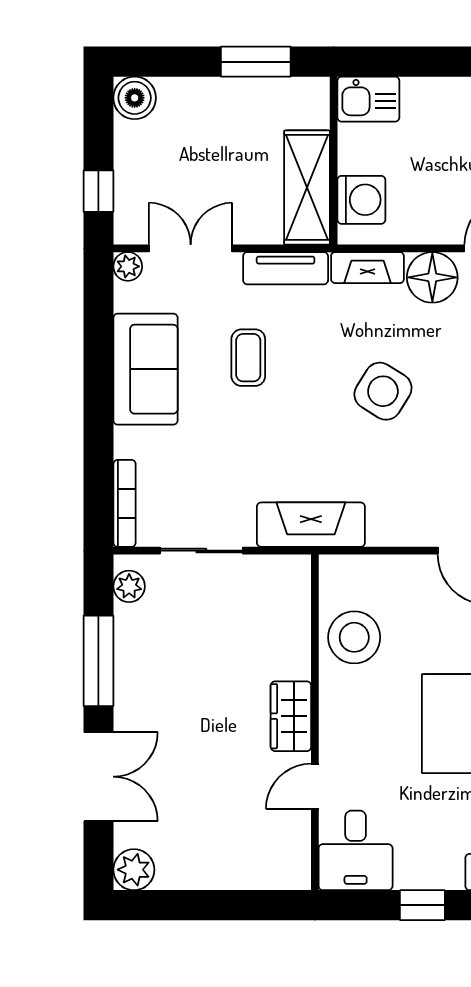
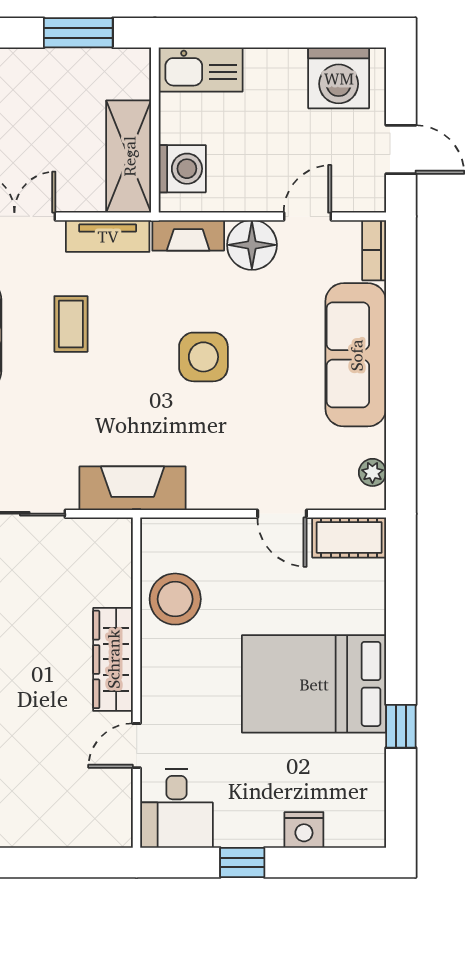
kitchen sink: (368, 99) -> (201, 70), width x1.38
side table: (383, 391) -> (203, 357), turned -32
wardrobe: (291, 716) -> (113, 659), width x1.50

